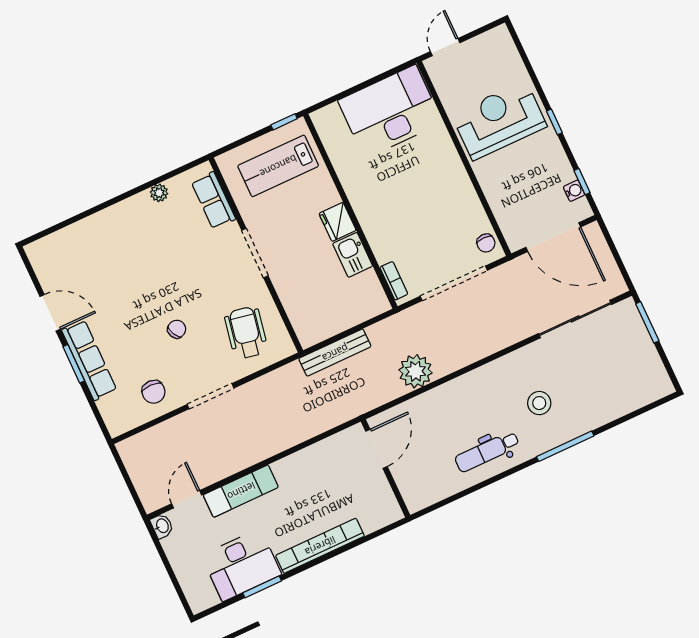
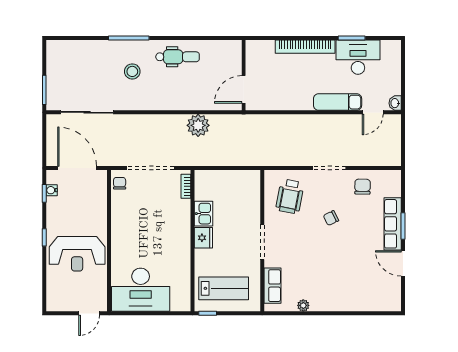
bench: (335, 353) -> (242, 159), removed

